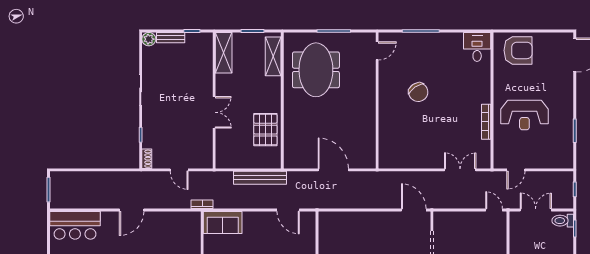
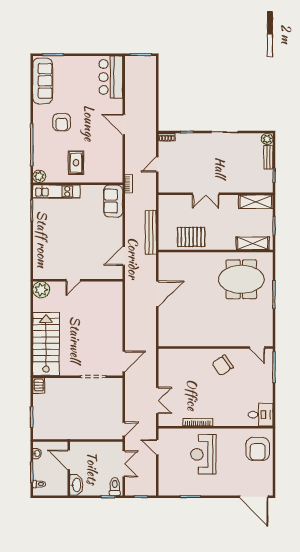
door: (377, 51) -> (257, 348), moved
wall: (377, 100) -> (216, 348), moved

